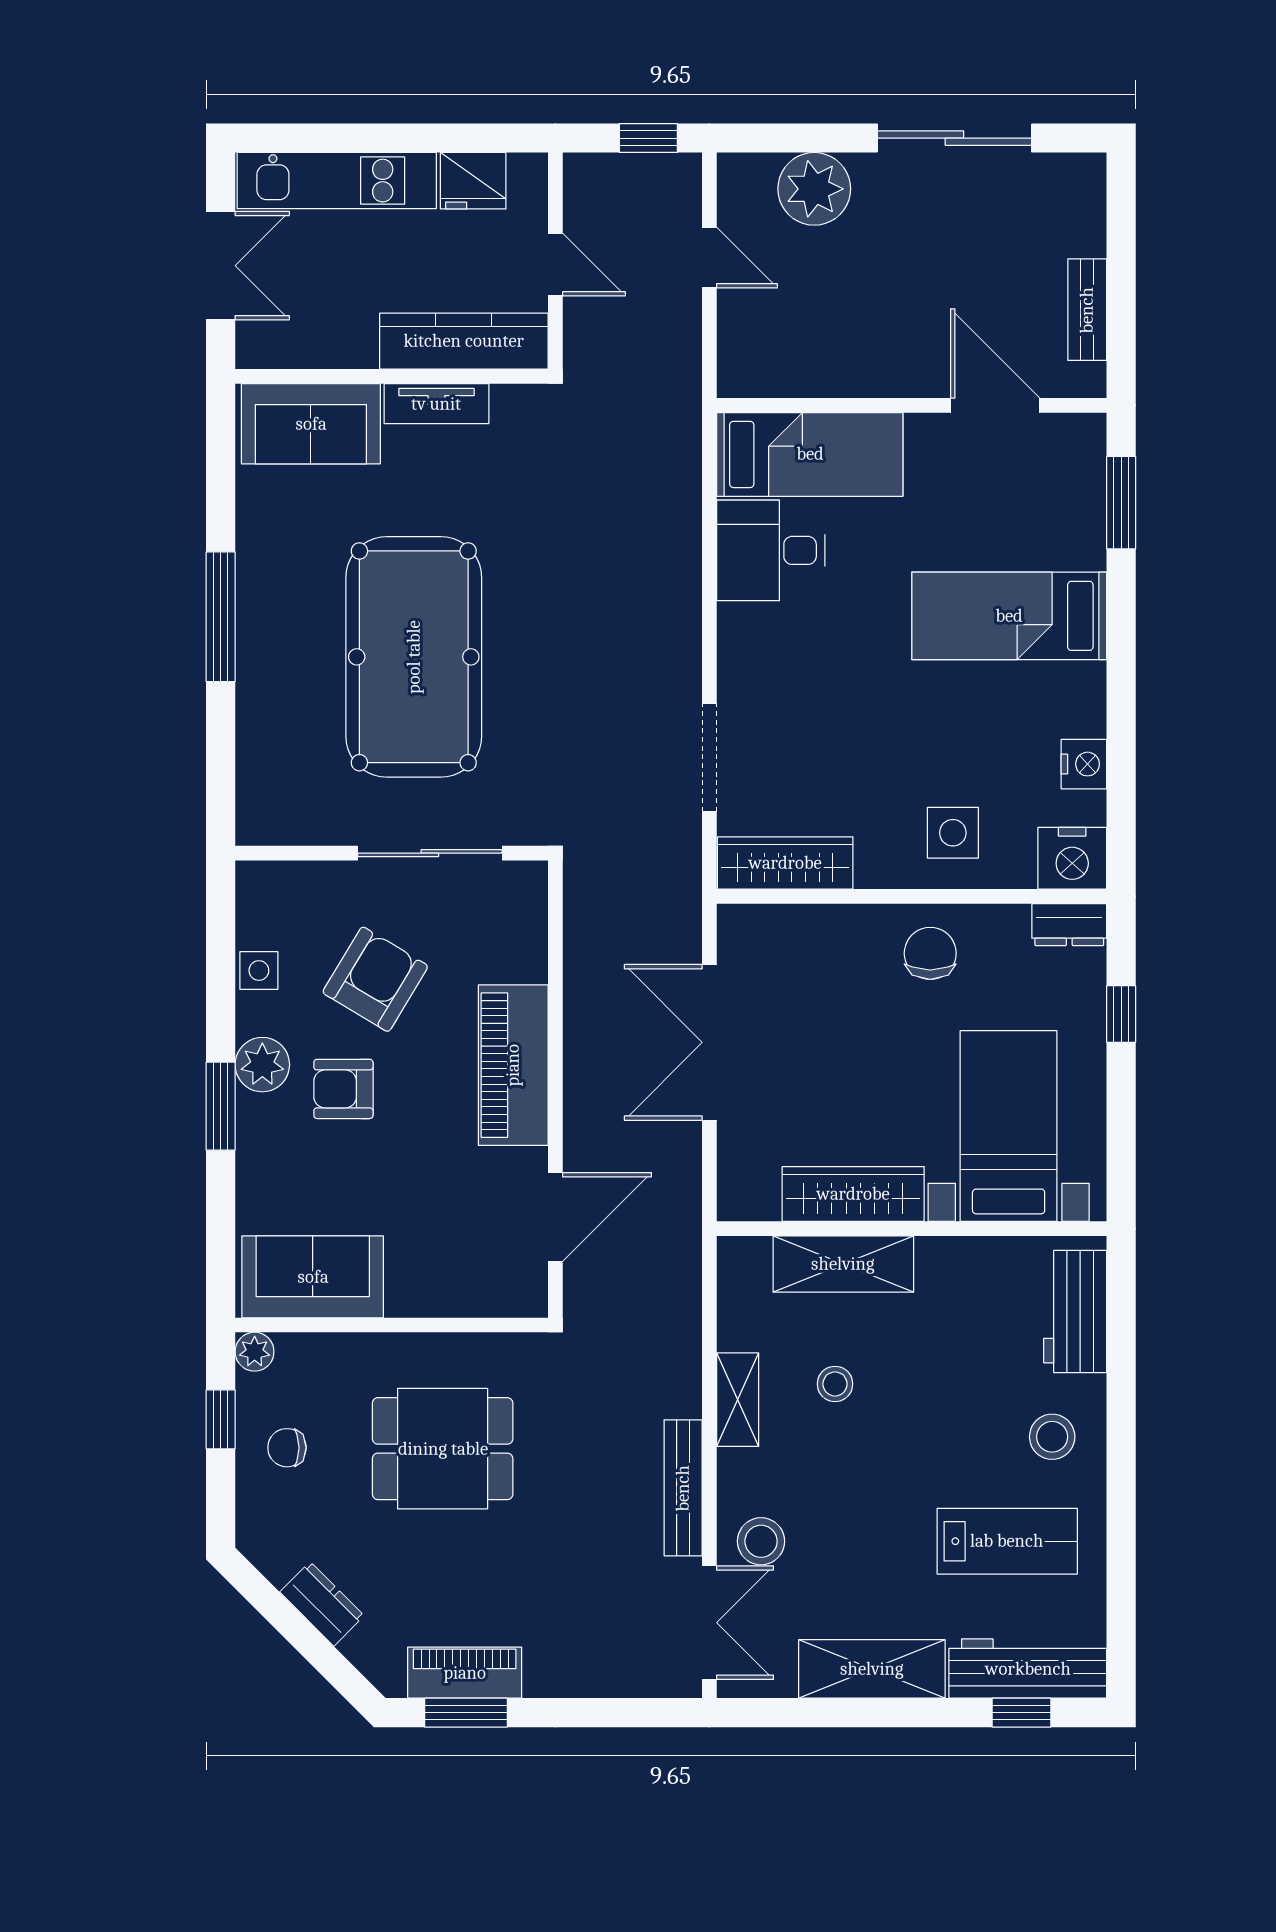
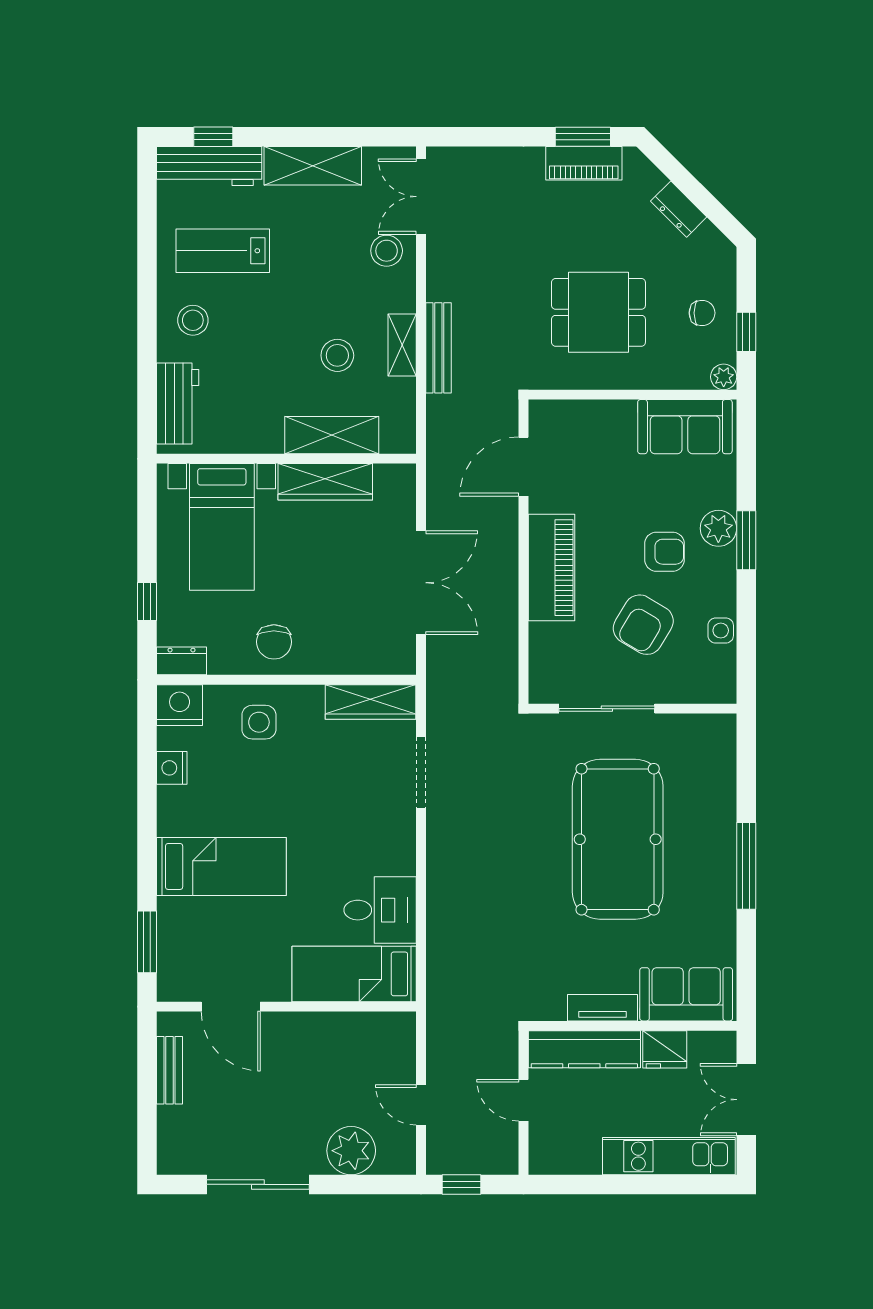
fridge: (473, 181) -> (665, 1049), moved, turned 180
plant: (262, 1065) -> (718, 528), moved
stool: (835, 1384) -> (337, 355), width x1.37, depth x1.37
bench: (683, 1488) -> (438, 348), moved

